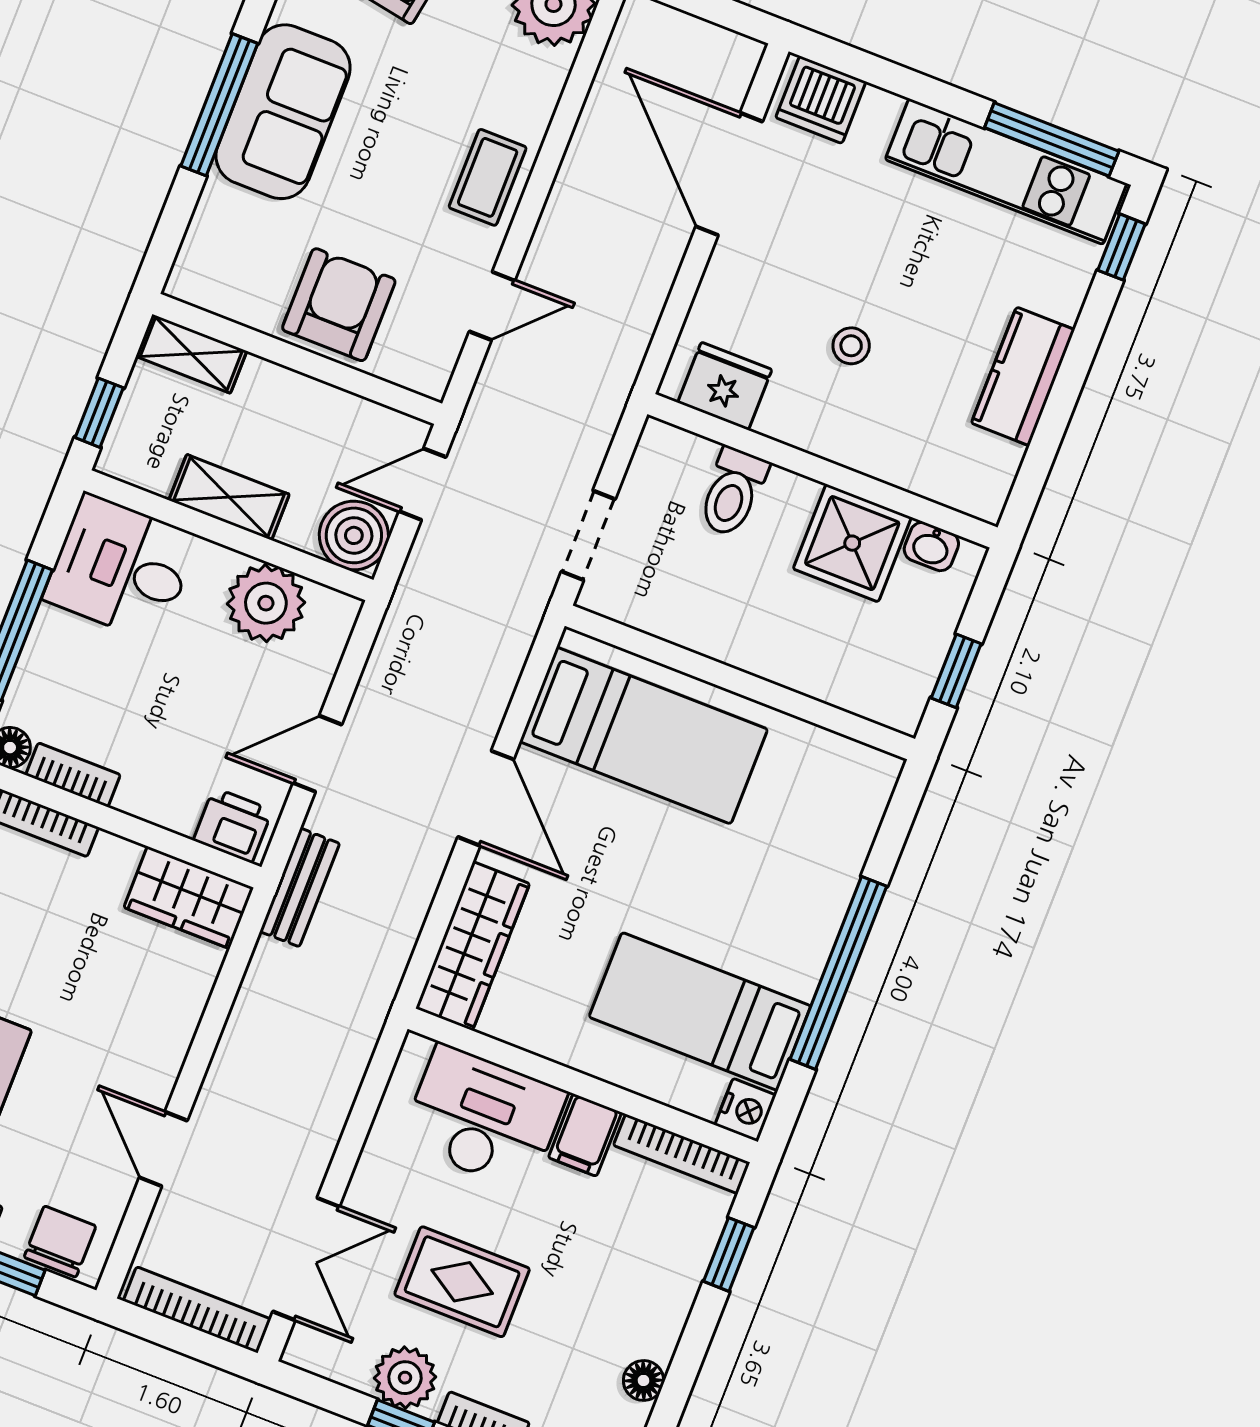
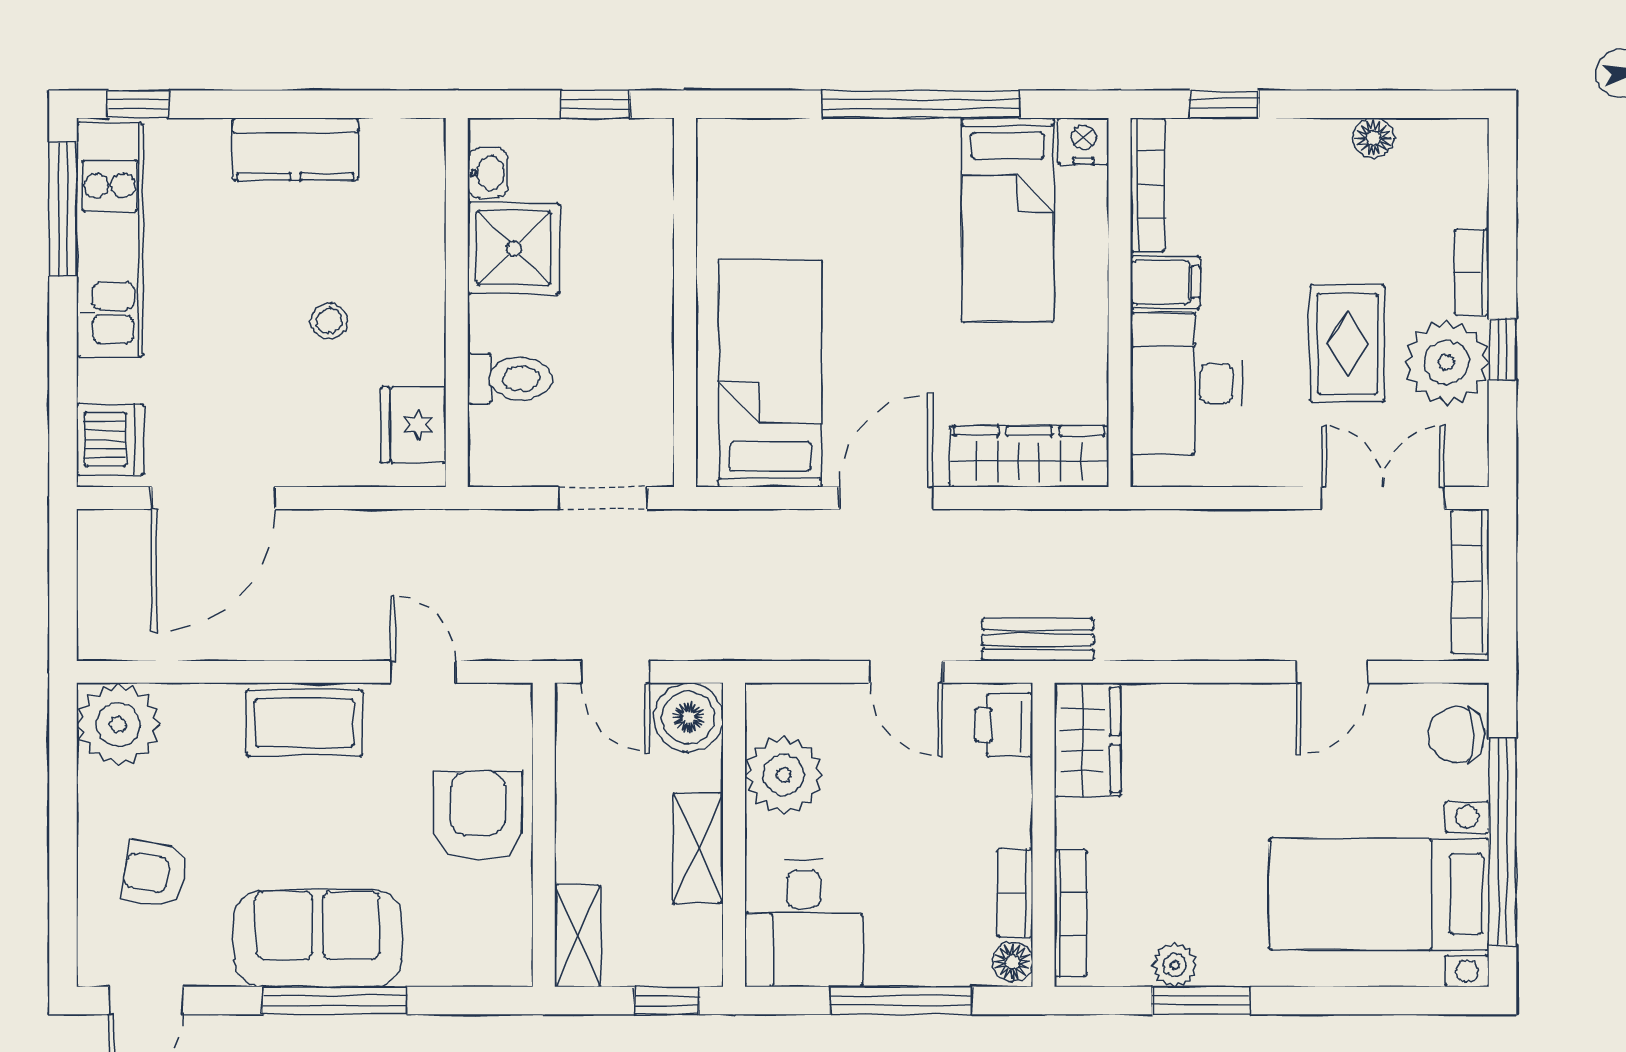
coffee table: (488, 177) -> (304, 723), width x1.36, depth x1.30
armchair: (339, 305) -> (478, 816), turned 90
plant: (405, 1378) -> (1447, 362), width x1.36, depth x1.36

